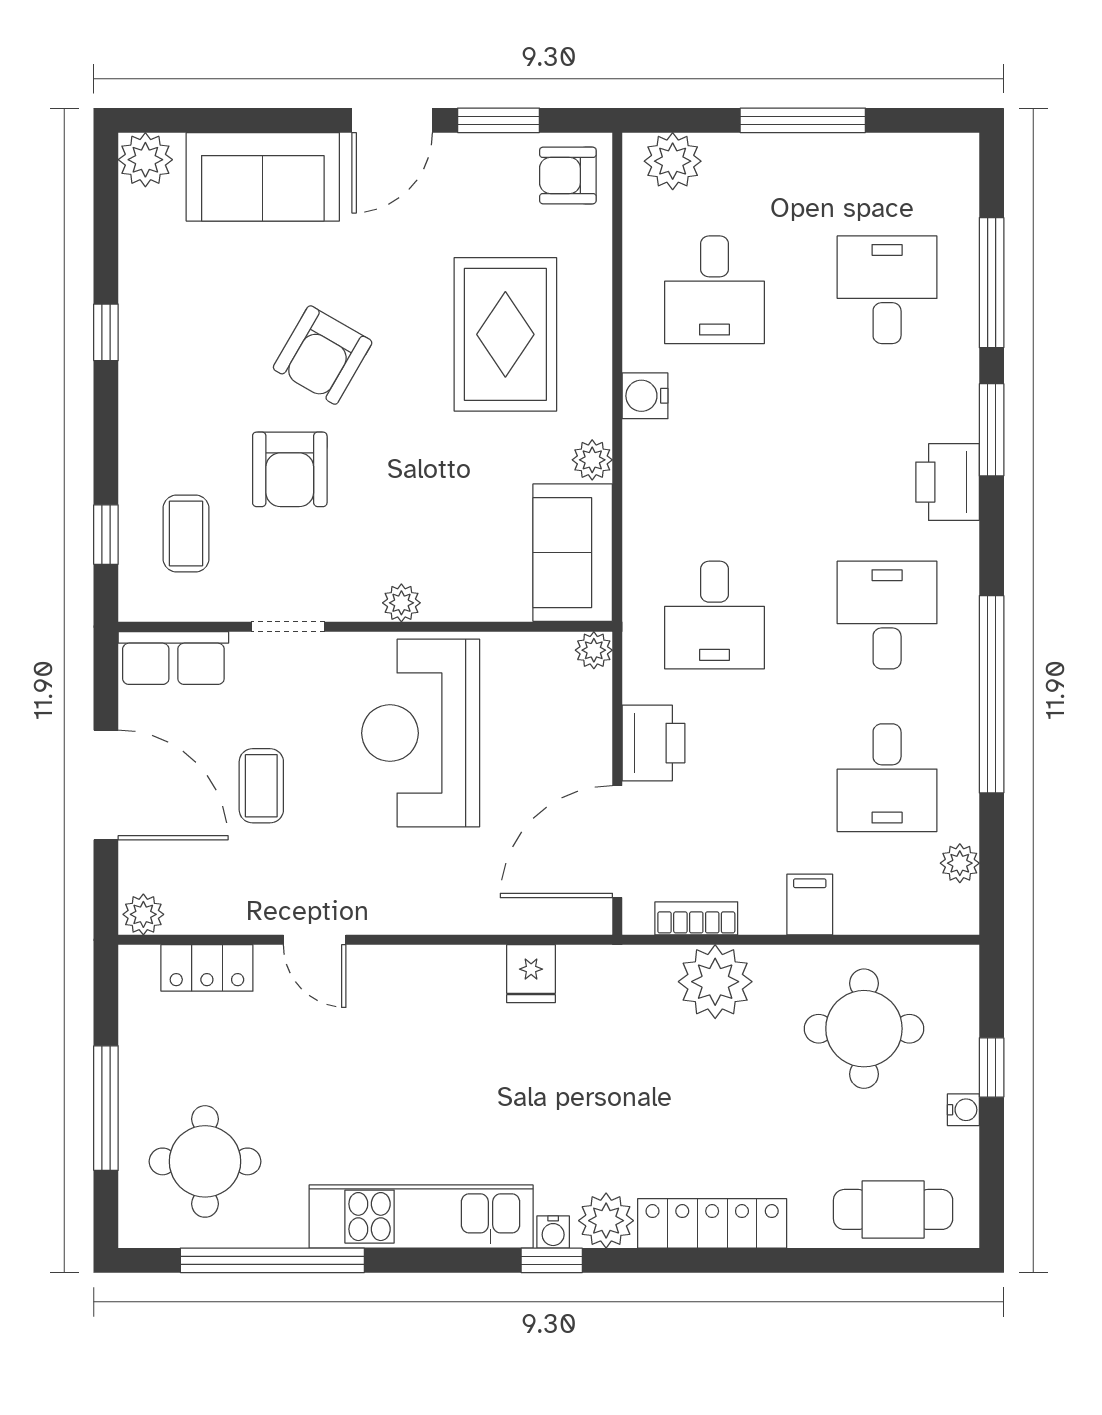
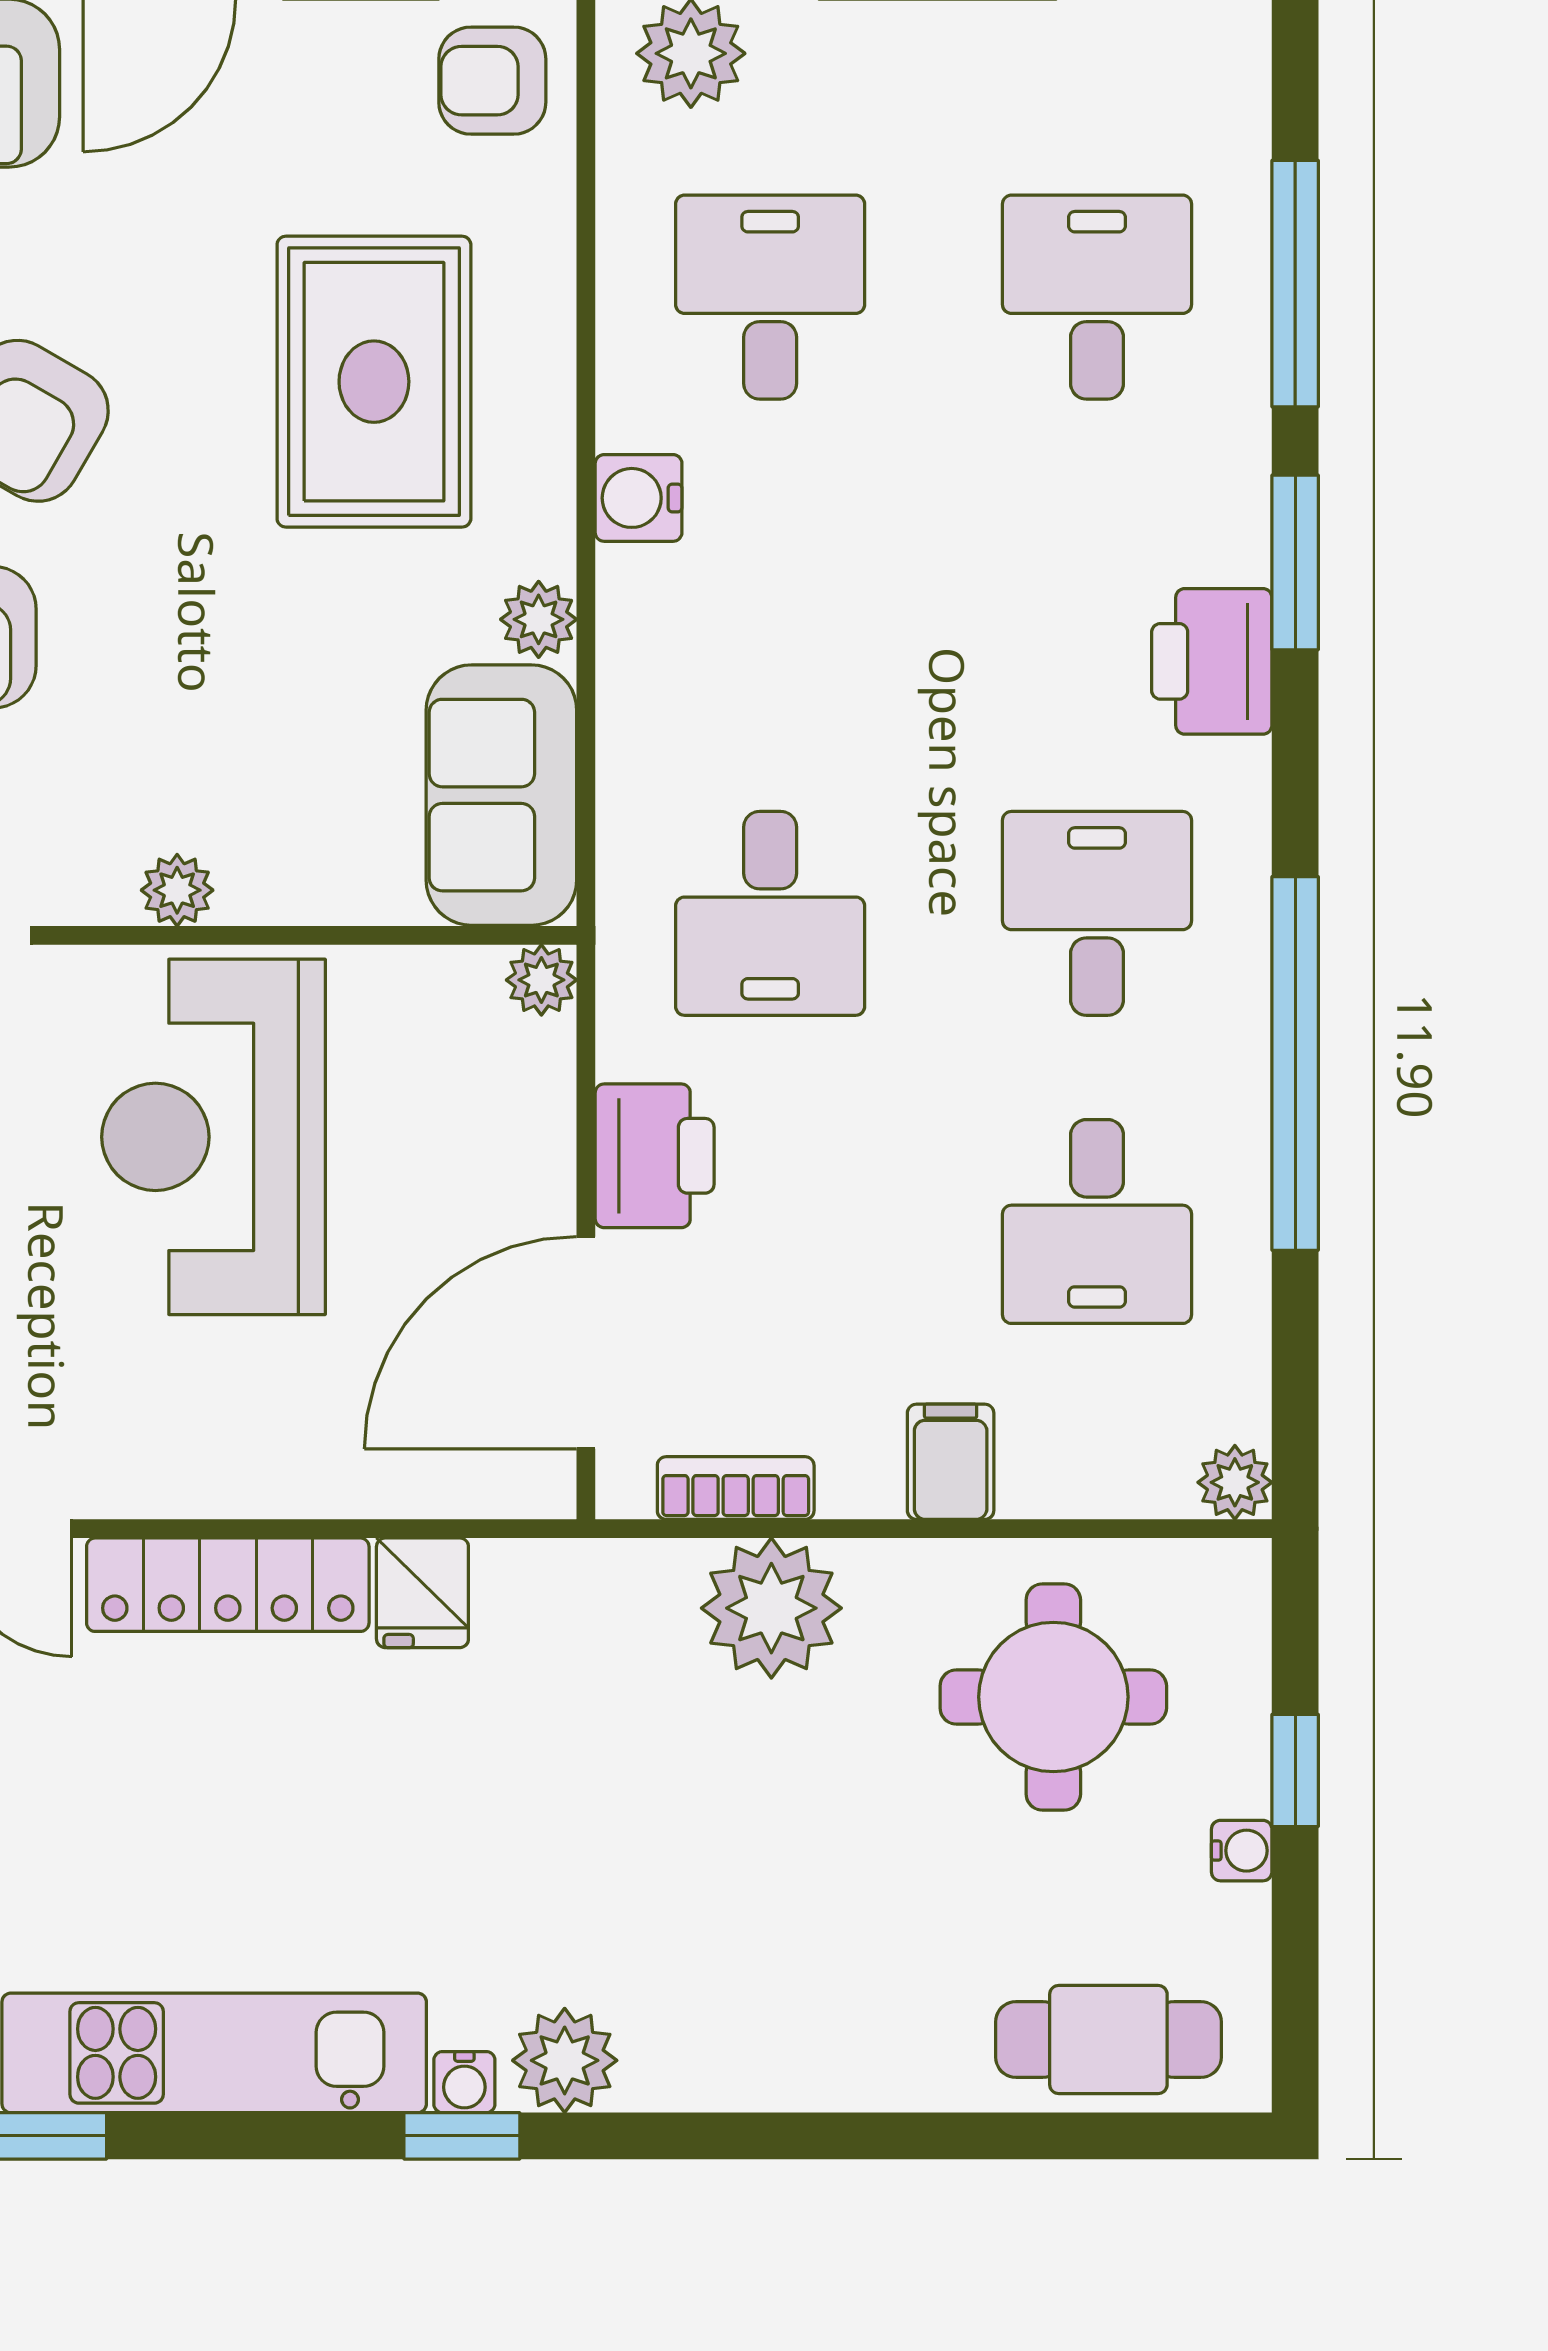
desk: (714, 290) -> (770, 297), turned 180
plant: (960, 863) -> (1235, 1482), moved
locker: (712, 1223) -> (228, 1585), moved, turned 180

